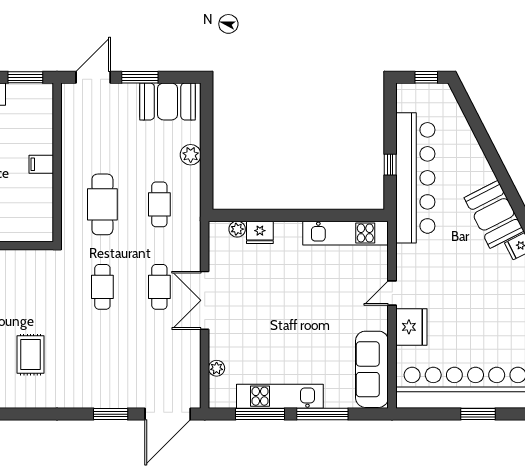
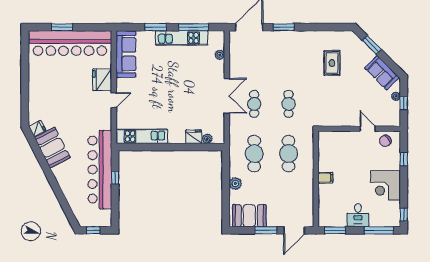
cafe table: (159, 204) -> (254, 154), width x1.37, depth x1.35
window: (322, 414) -> (156, 27), width x0.69

